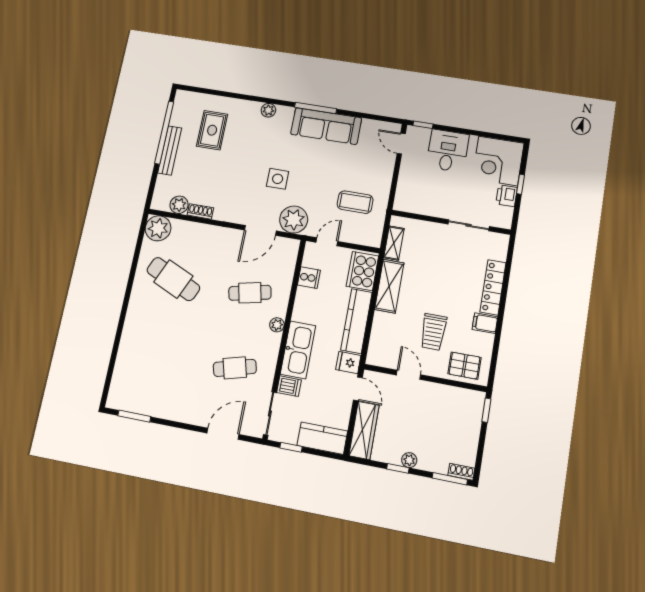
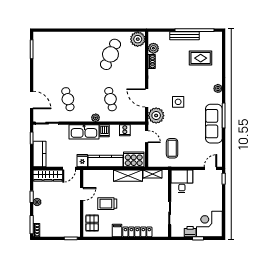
desk: (448, 151) -> (182, 181), moved, turned -90
dishwasher: (289, 386) -> (104, 131), moved

